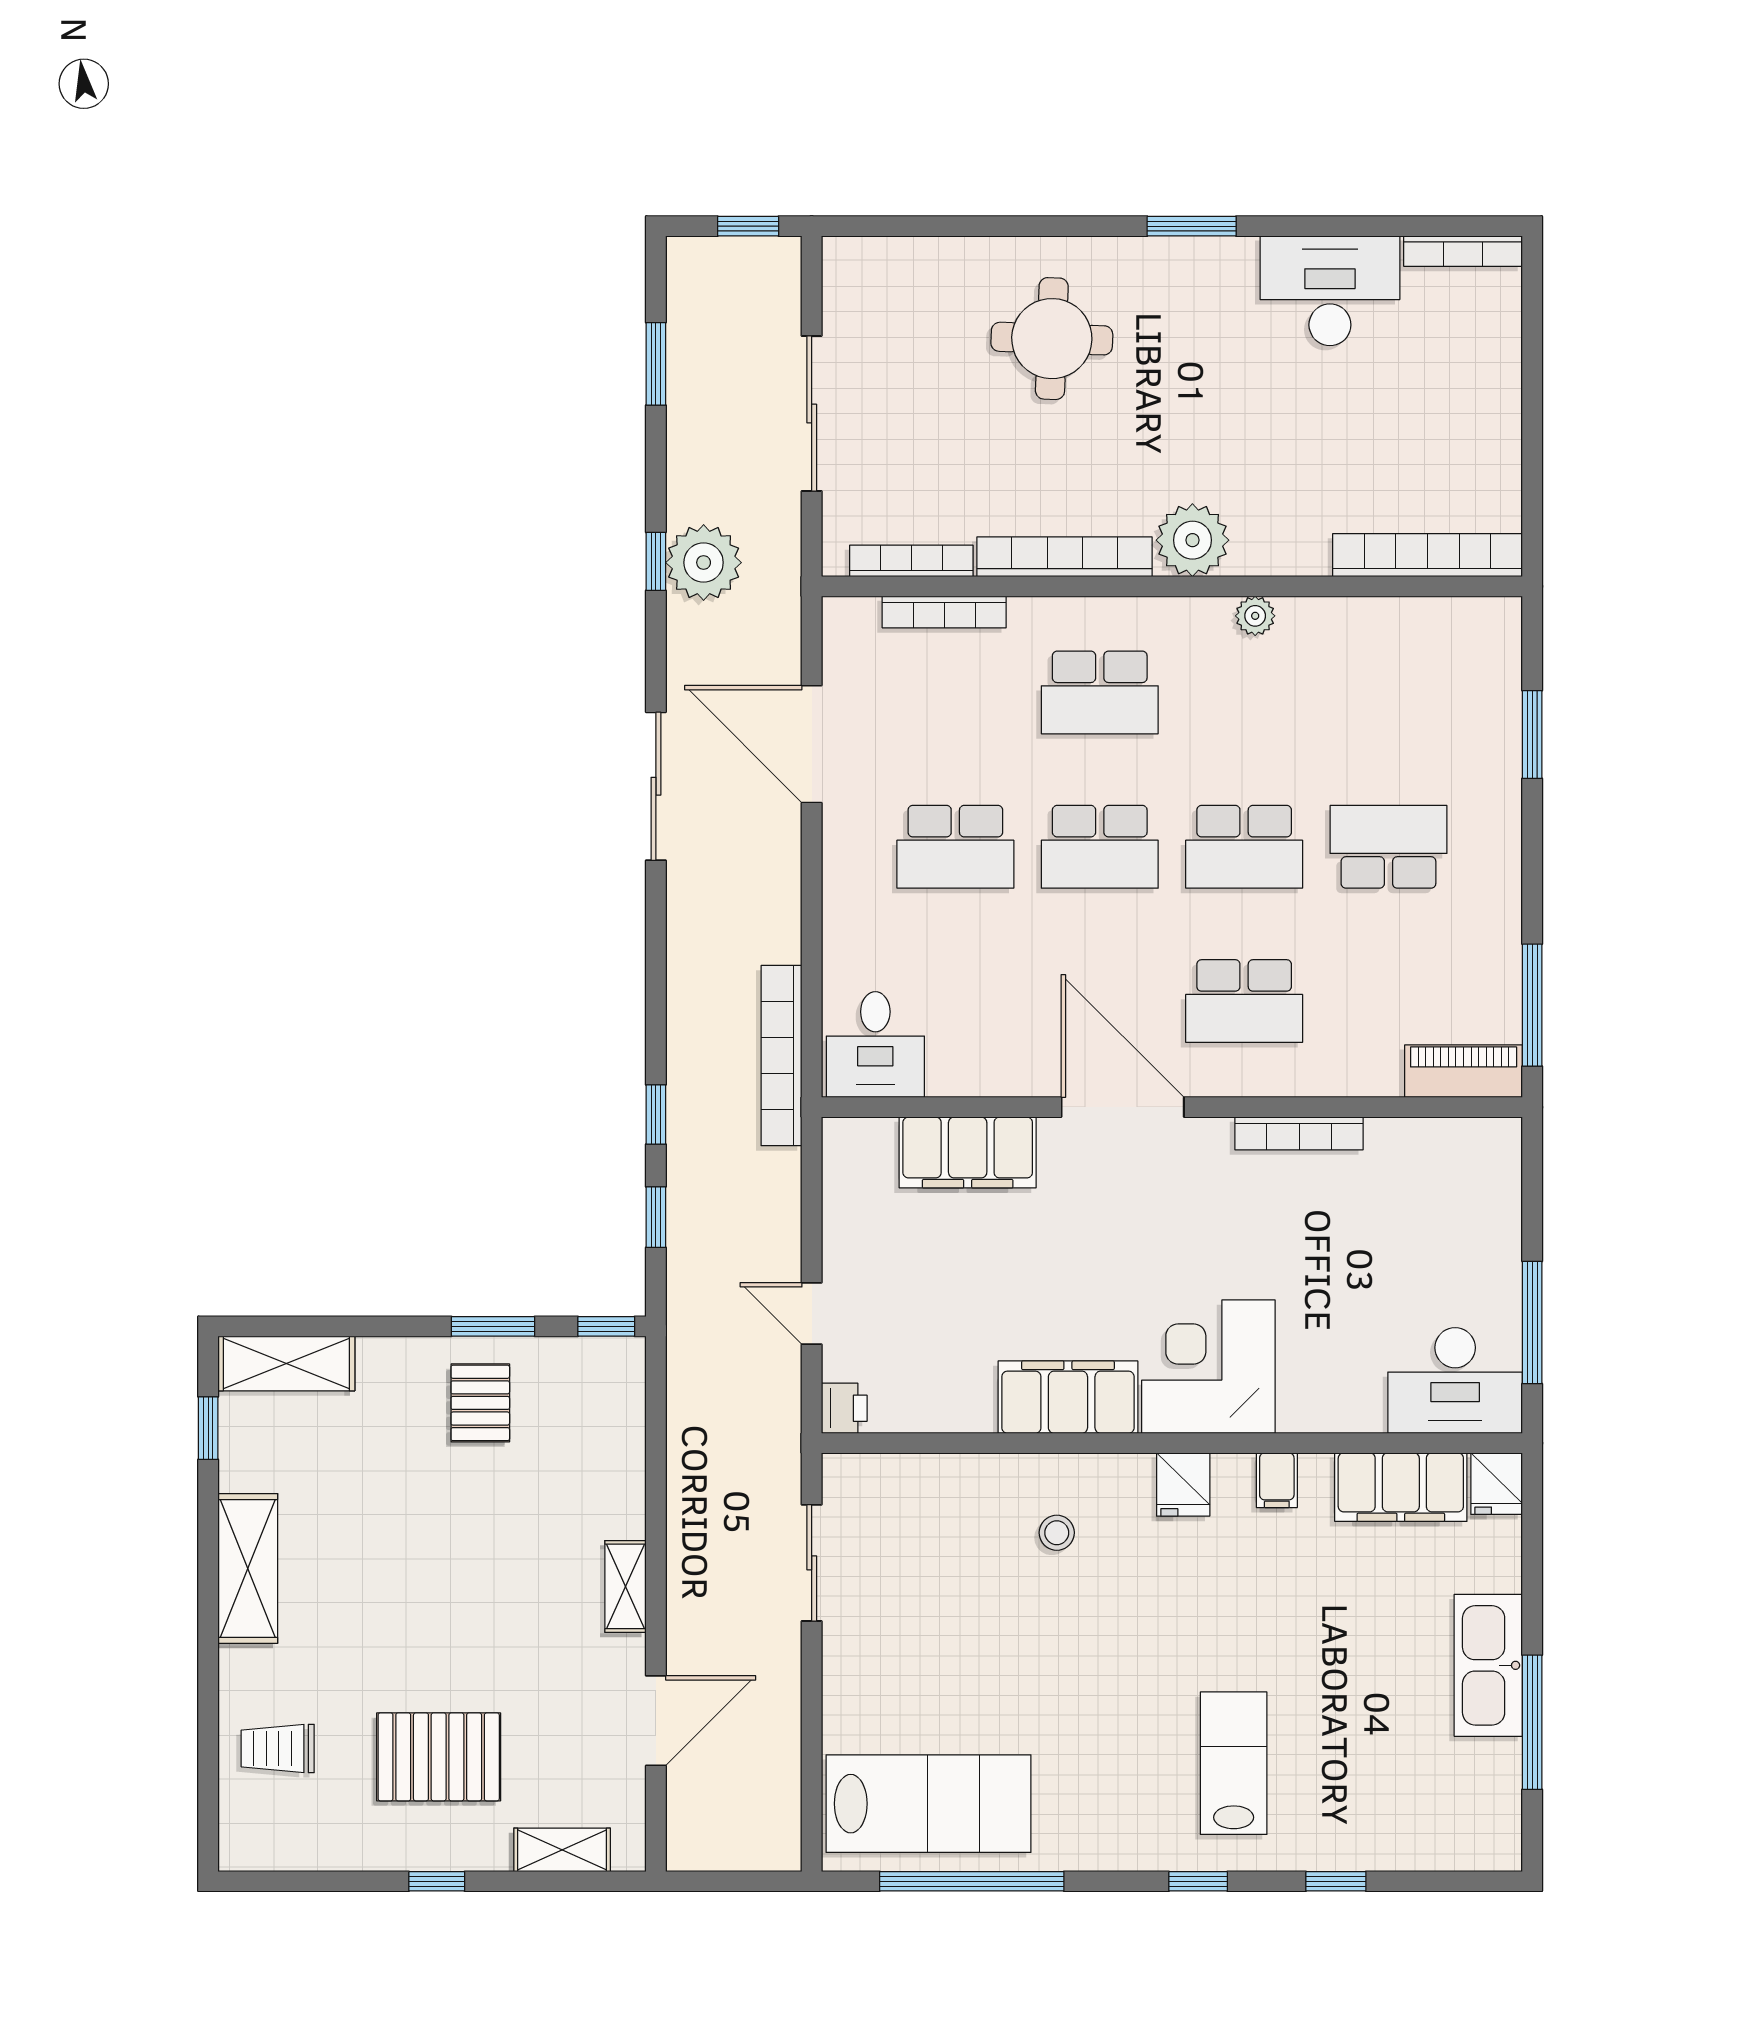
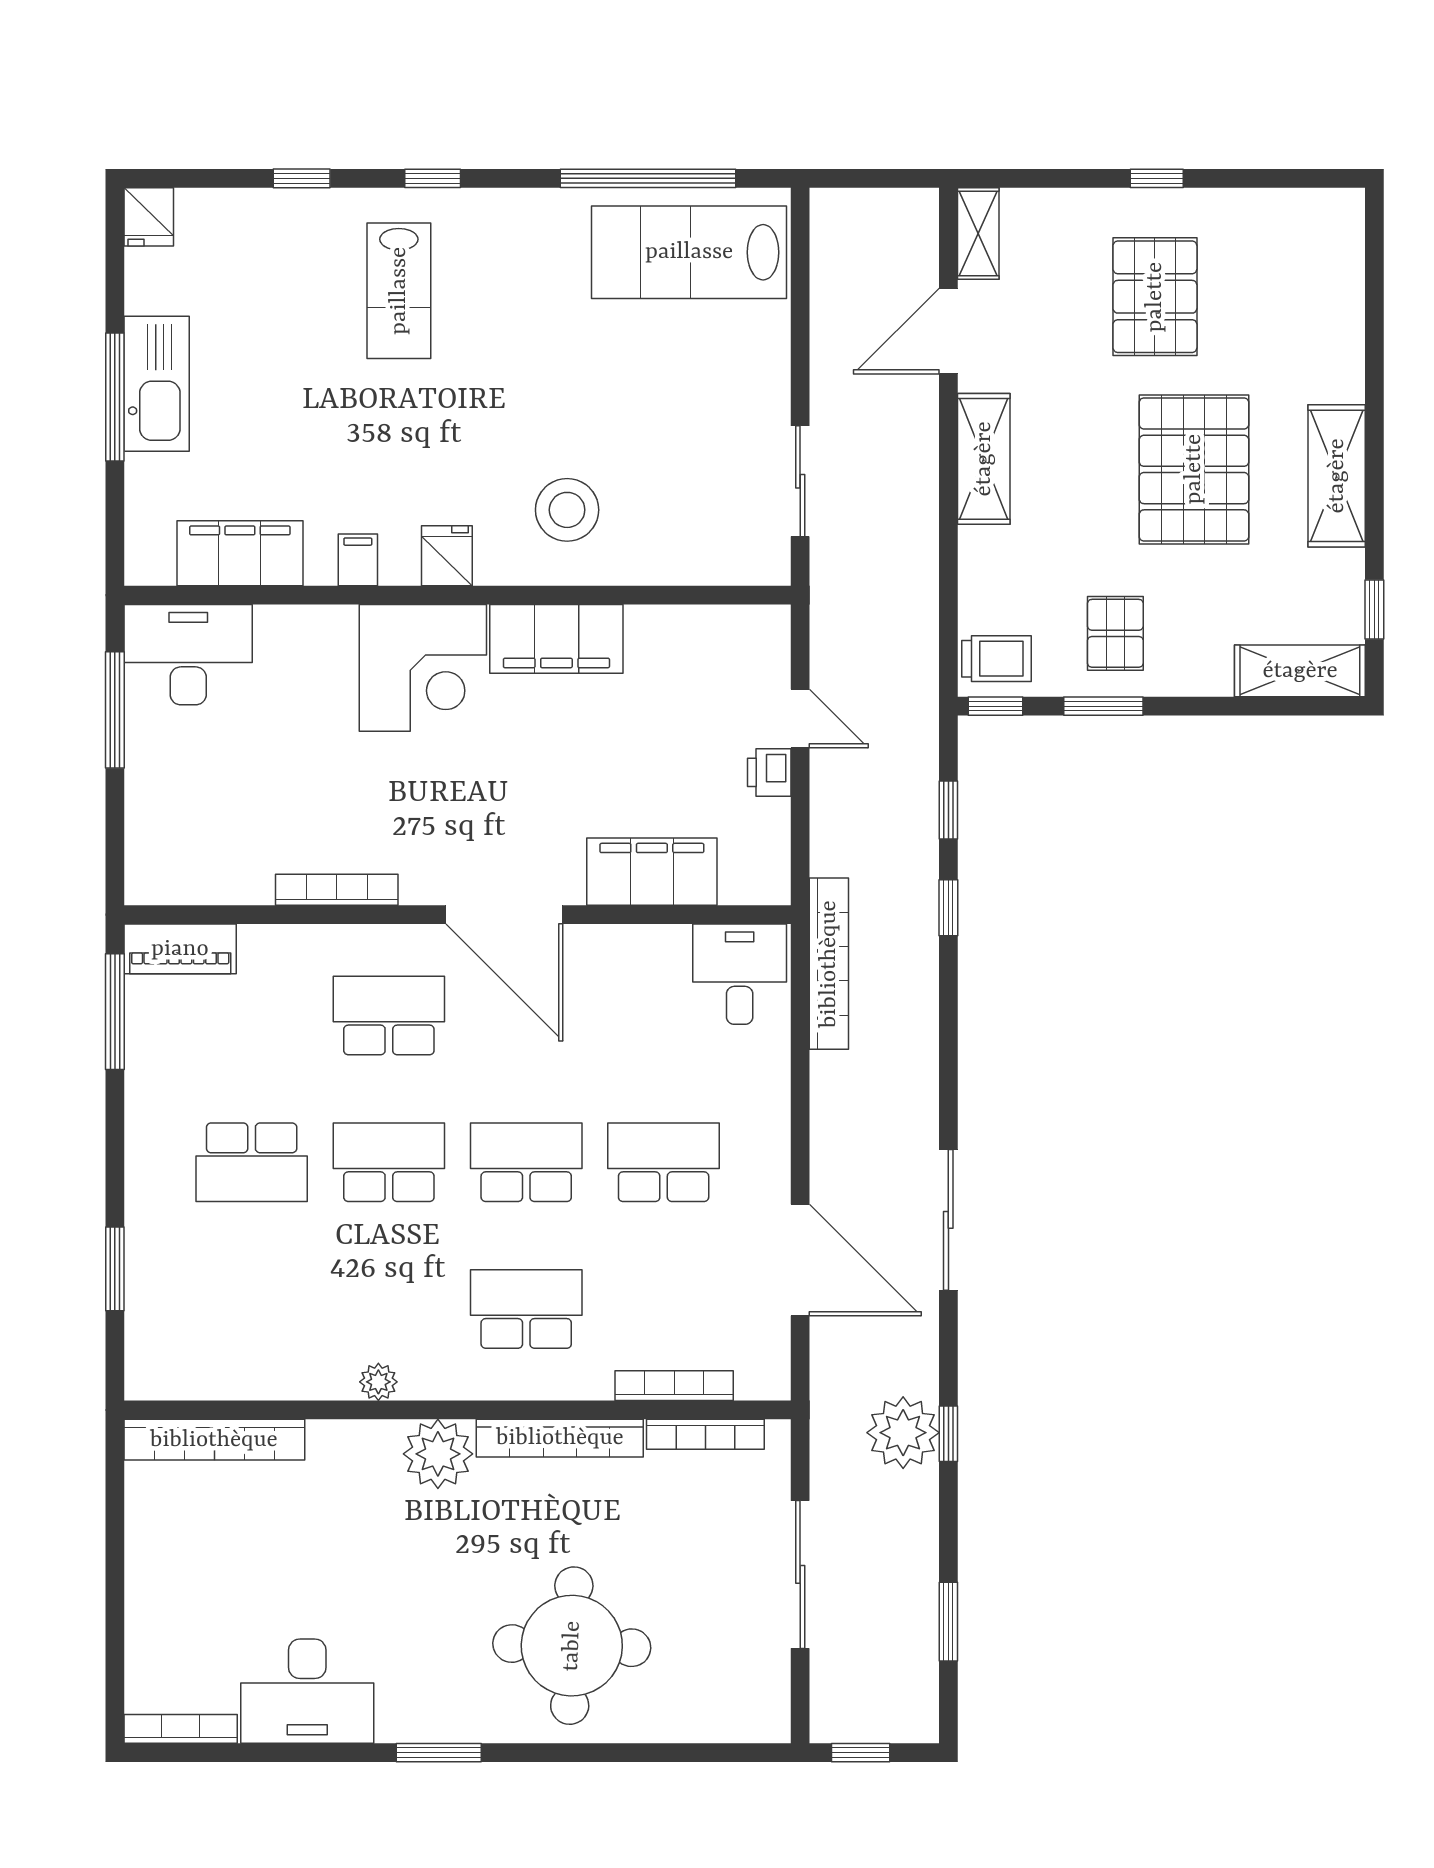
round table: (1052, 339) -> (572, 1646), width x1.36, depth x1.36
printer: (844, 1408) -> (769, 772), moved
fridge: (1497, 1484) -> (149, 217), moved, turned 180
stool: (1057, 1533) -> (567, 510), width x1.89, depth x1.89
pallet: (398, 1575) -> (1194, 469), added
shelving: (626, 1586) -> (984, 459), width x1.50, depth x1.33
window: (1532, 1722) -> (115, 397), moved
trolley: (278, 1748) -> (997, 659), moved
pallet: (439, 1757) -> (1155, 297), turned 90
shelving: (562, 1850) -> (978, 234), moved, turned 90

